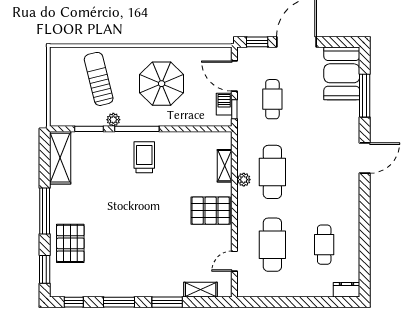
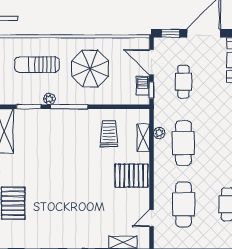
sun lounger: (99, 79) -> (37, 65), turned -76
trolley: (144, 157) -> (109, 134), moved
plant: (244, 180) -> (159, 133), moved

